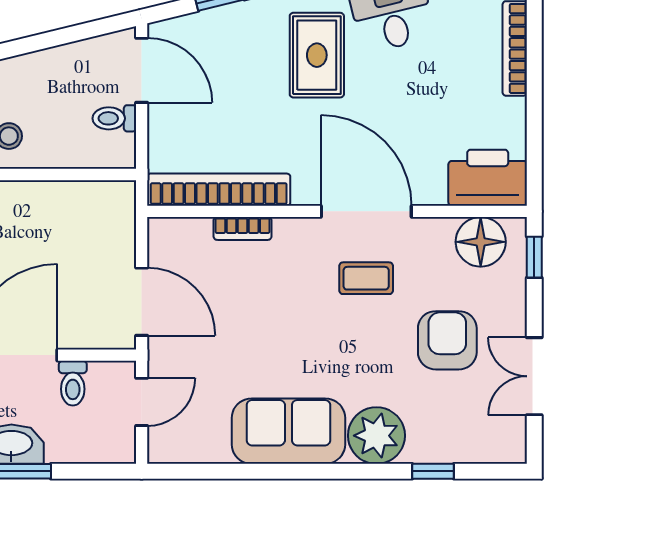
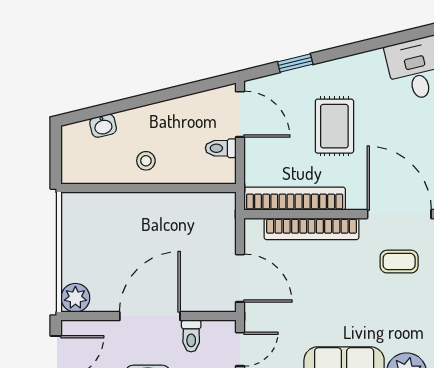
rug: (317, 55) -> (334, 126), moved
bookcase: (243, 228) -> (312, 229), width x2.31, depth x1.31

